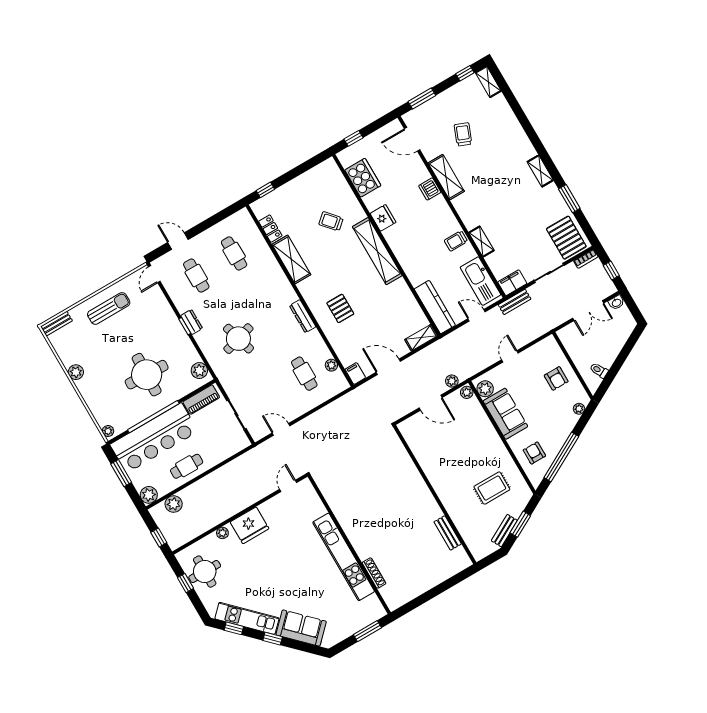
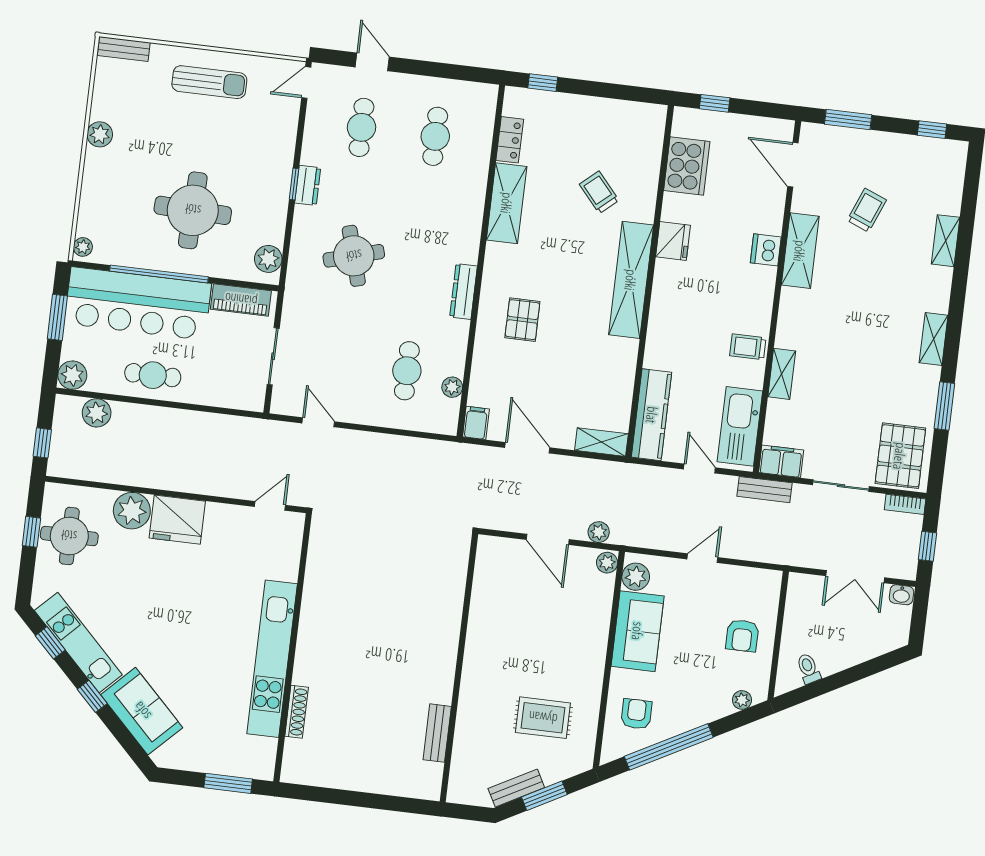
shelving: (488, 82) -> (946, 241), moved
plant: (222, 533) -> (132, 511), width x1.87, depth x1.87

